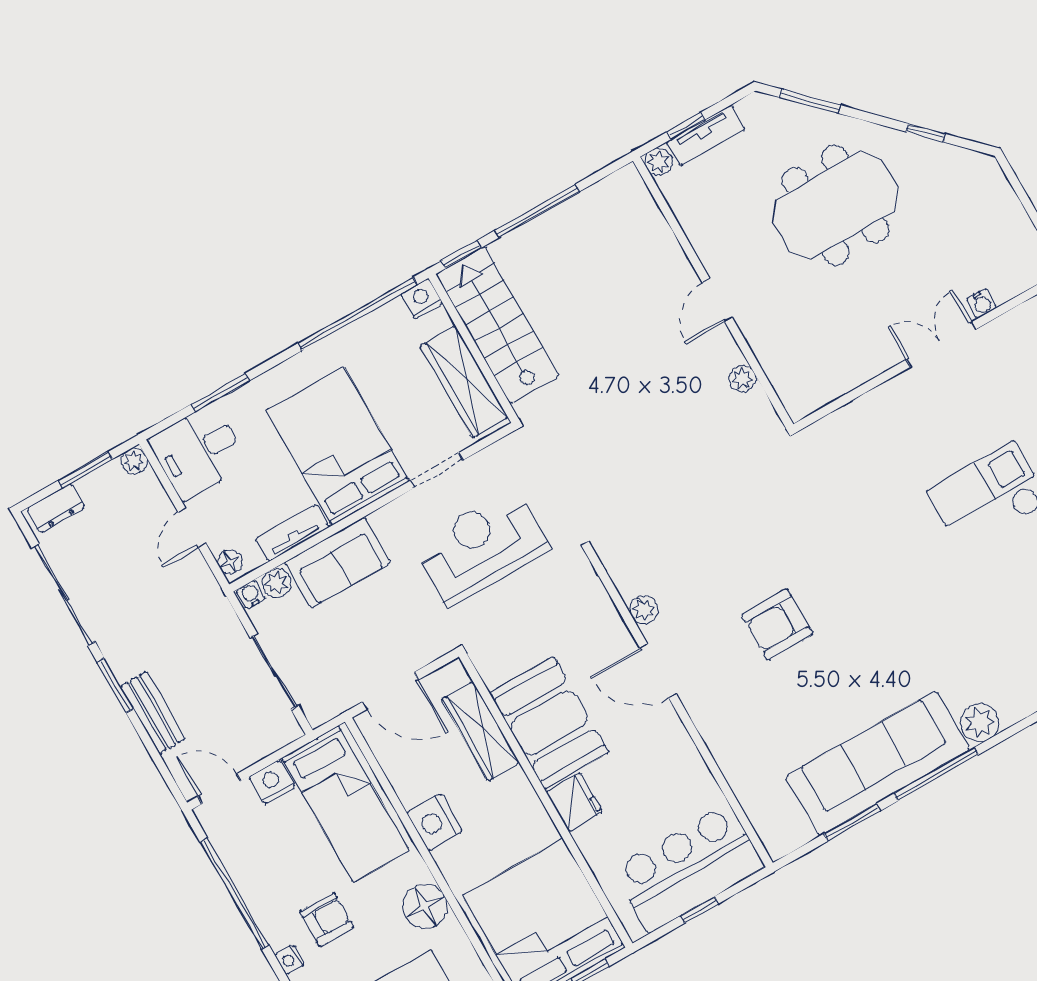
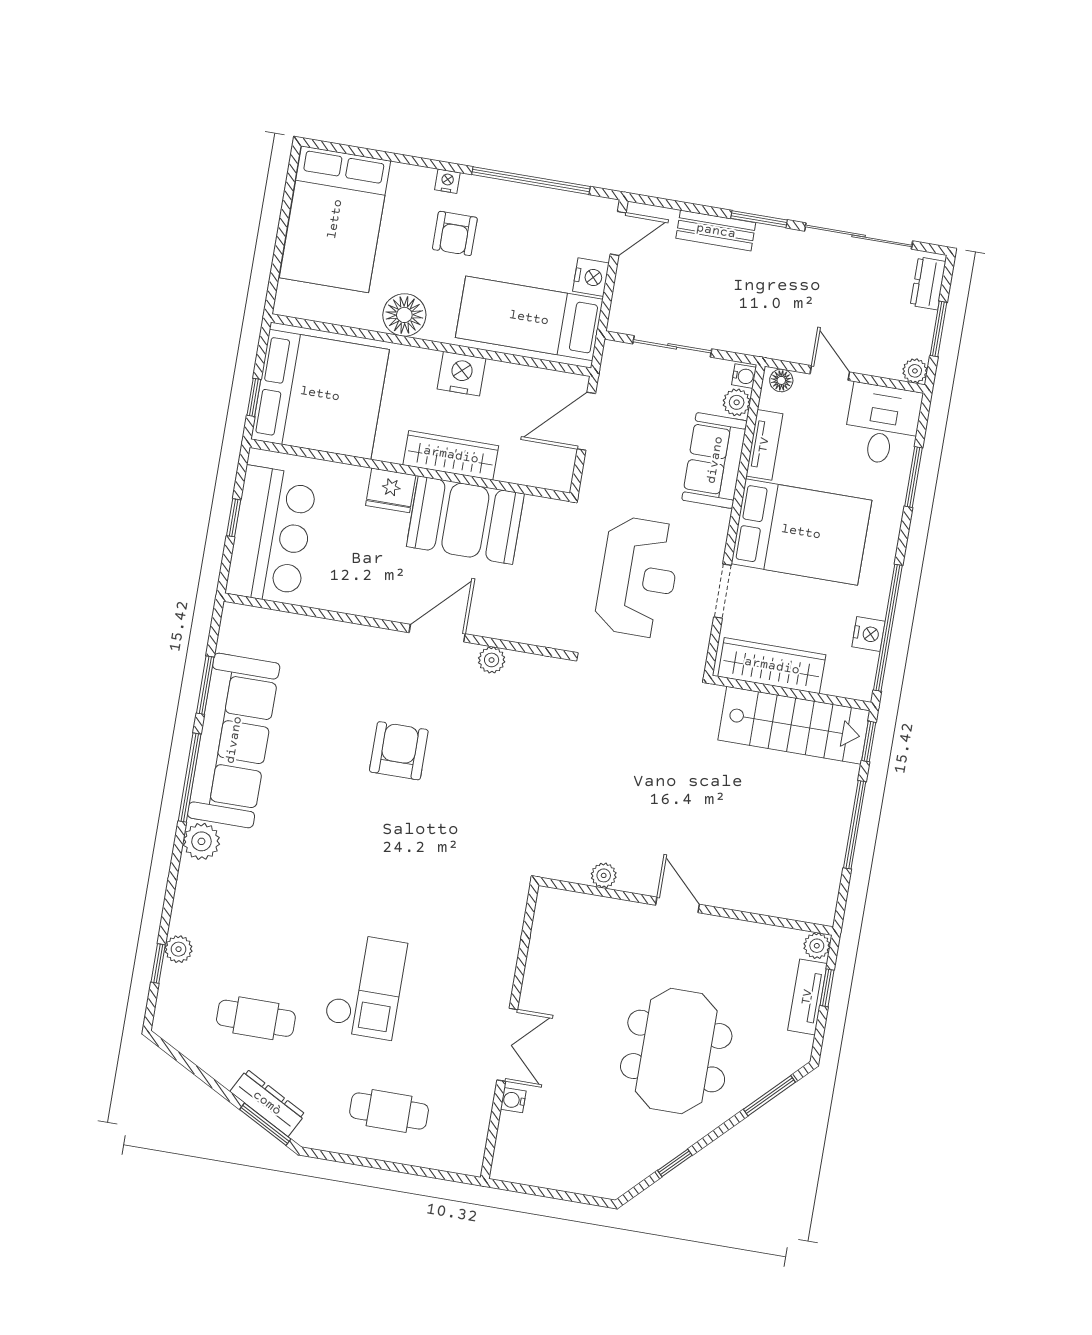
nightstand: (422, 299) -> (868, 634), moved
wardrobe: (481, 731) -> (451, 455), moved

